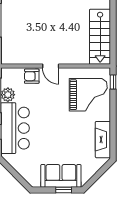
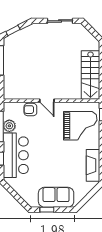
window: (64, 190) -> (47, 210), moved

